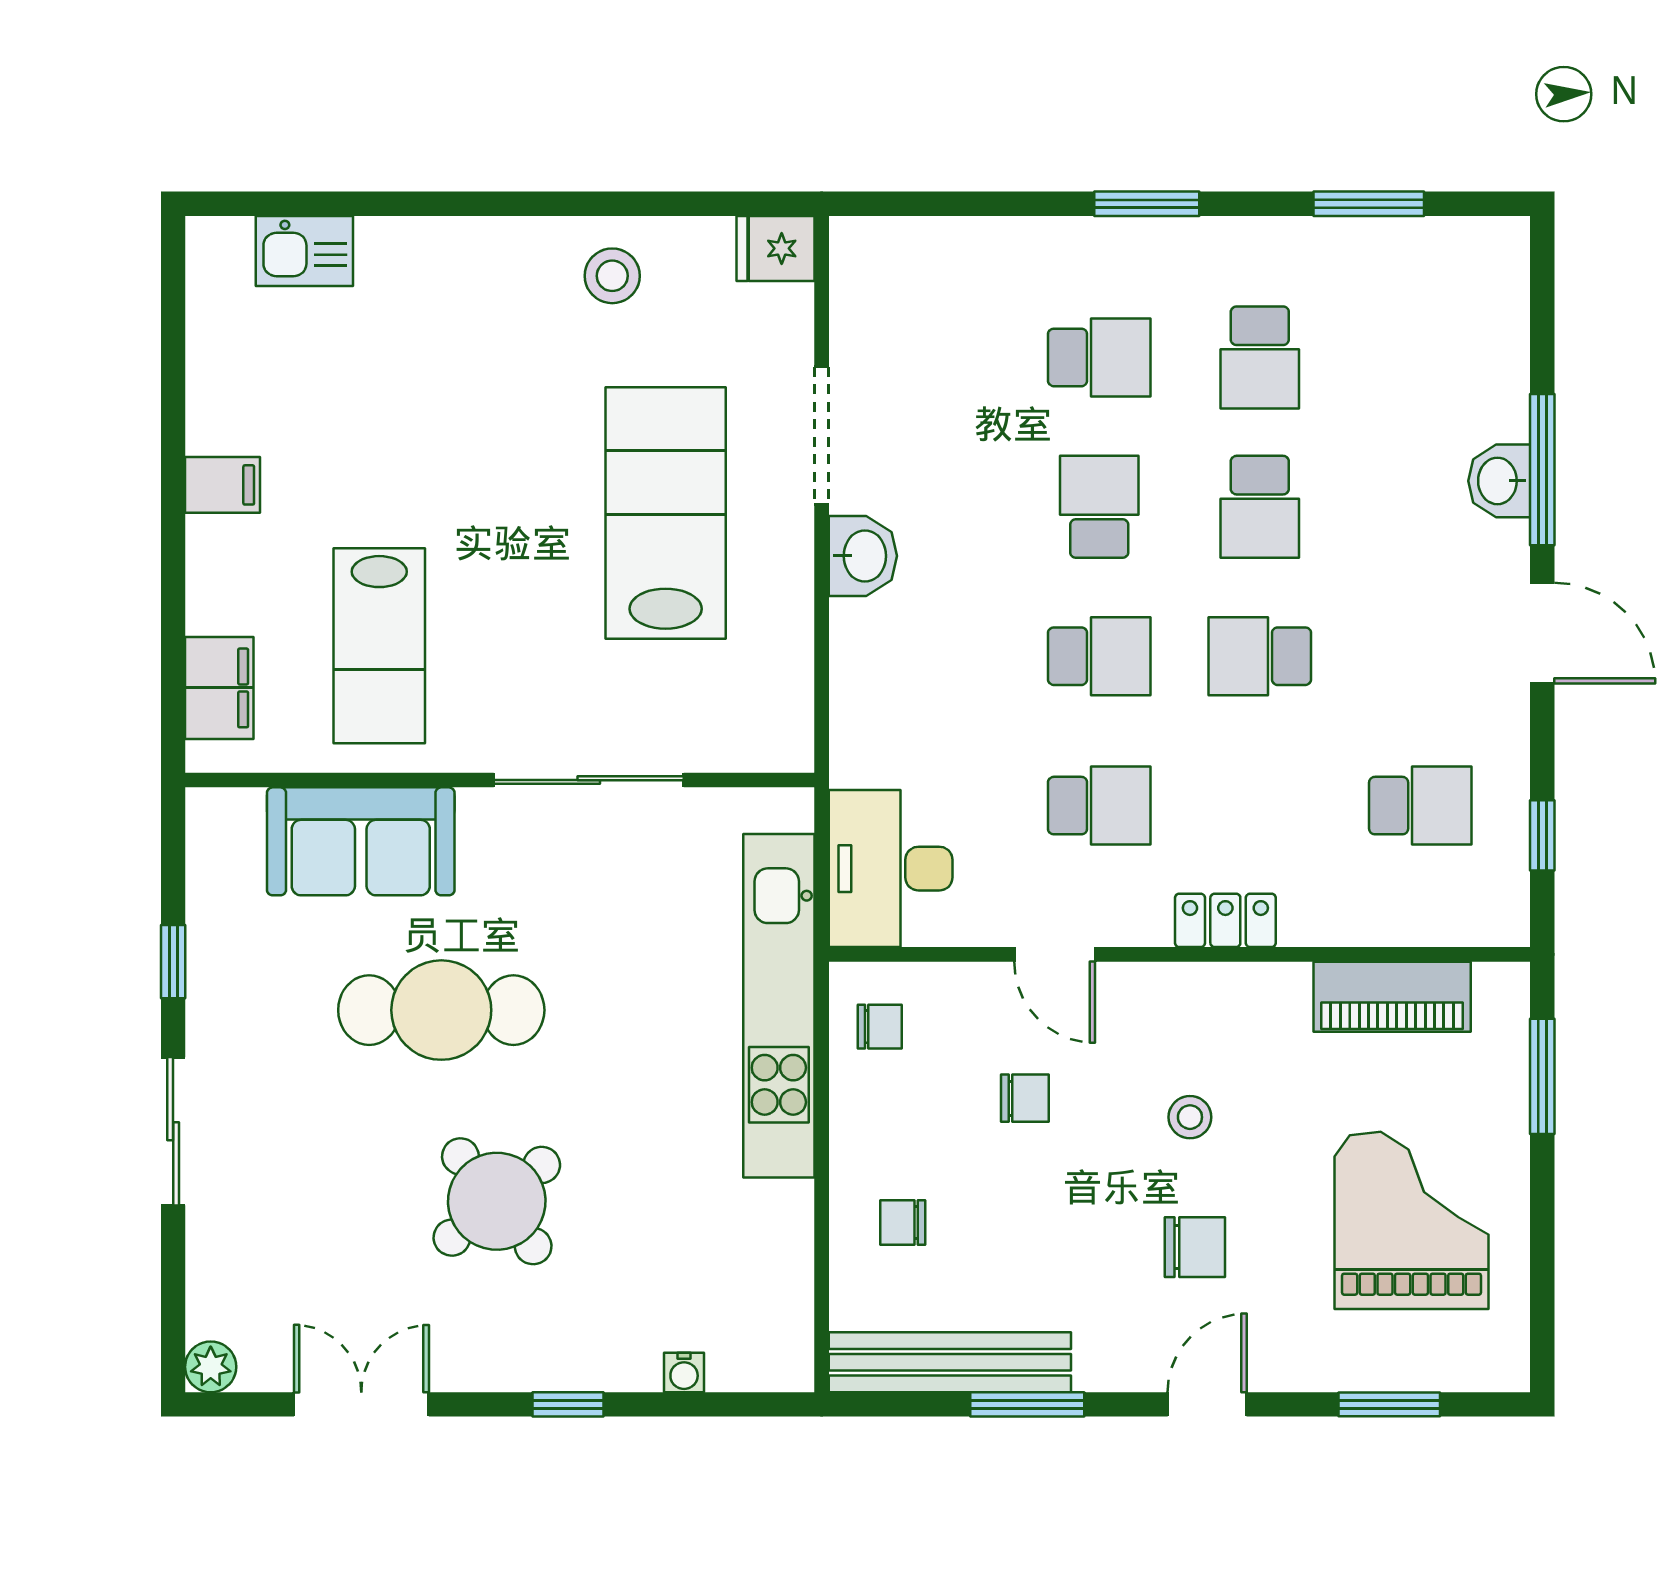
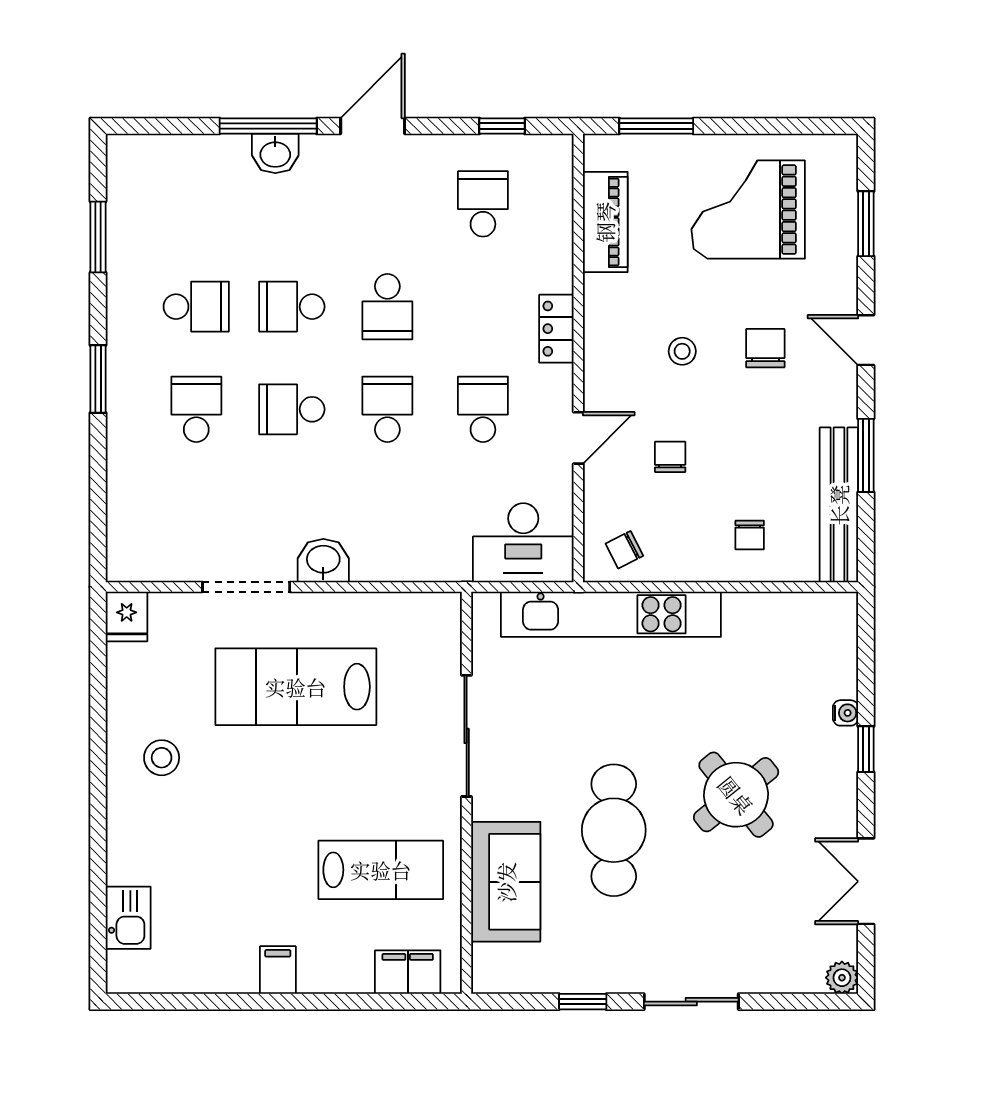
stool: (612, 276) -> (162, 758), moved
school desk: (1260, 507) -> (292, 307), turned 180
chair: (880, 1027) -> (624, 550), turned -117
water cooler: (684, 1372) -> (846, 713), moved

